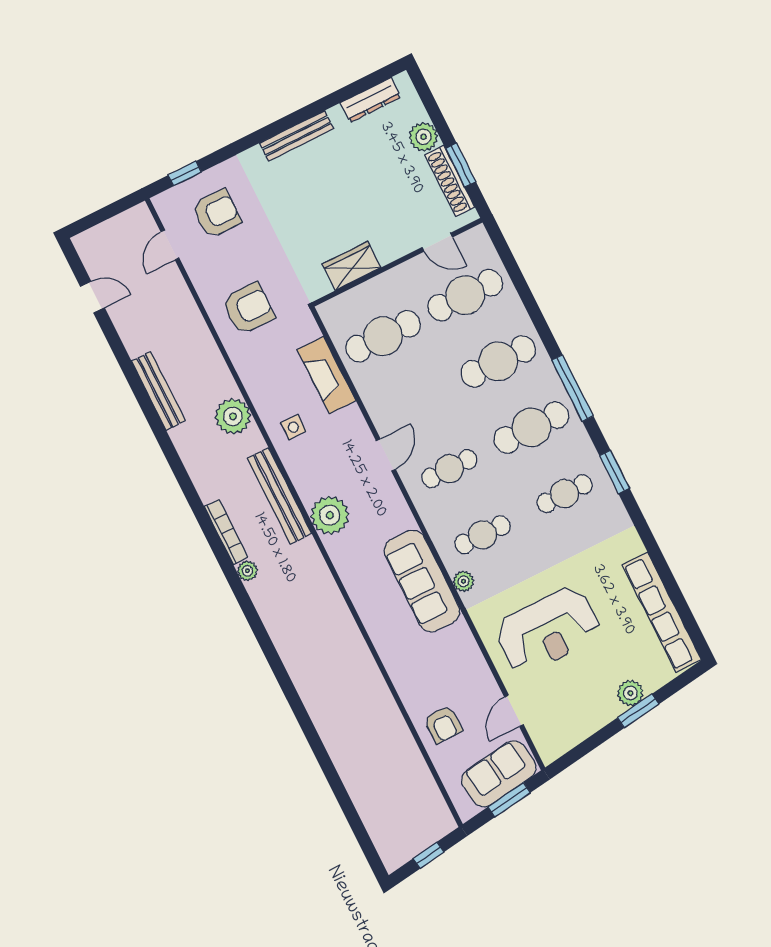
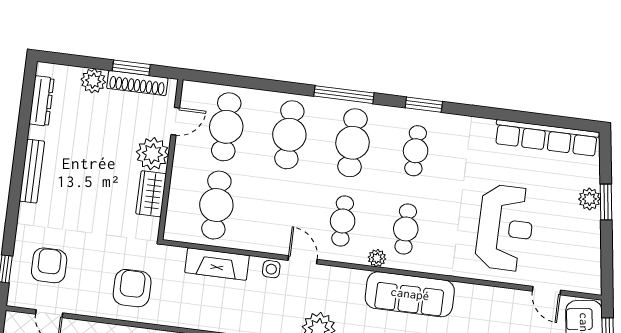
plant: (391, 241) -> (152, 154), added
side table: (293, 427) -> (271, 269), moved
plant: (463, 581) -> (377, 258), moved

